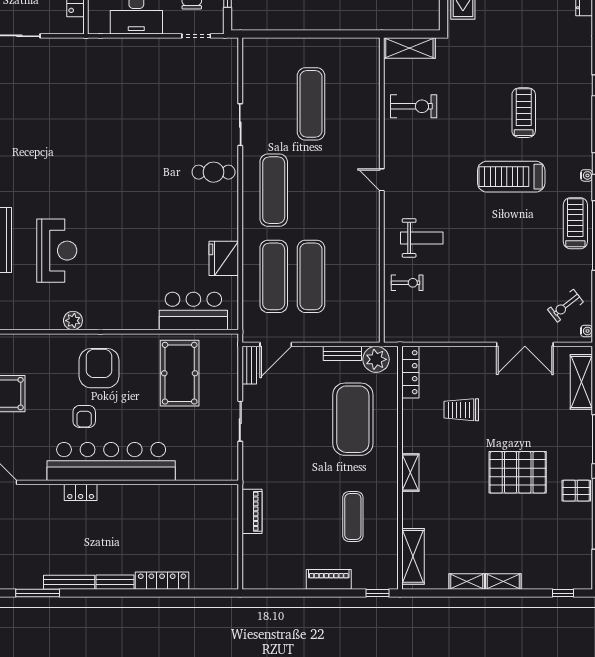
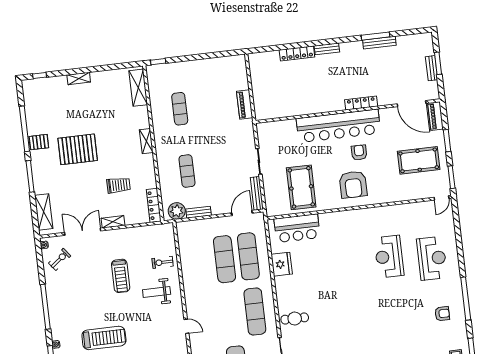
treadmill: (575, 223) -> (121, 276), moved
plant: (73, 321) -> (373, 213), removed
bench: (249, 365) -> (257, 193), width x1.36
exercise mat: (353, 419) -> (187, 171), width x0.50, depth x0.69
locker: (81, 492) -> (361, 103), width x1.53
piano: (329, 579) -> (190, 67), removed
bench: (69, 582) -> (379, 43), moved
shelving: (467, 582) -> (113, 222), moved

